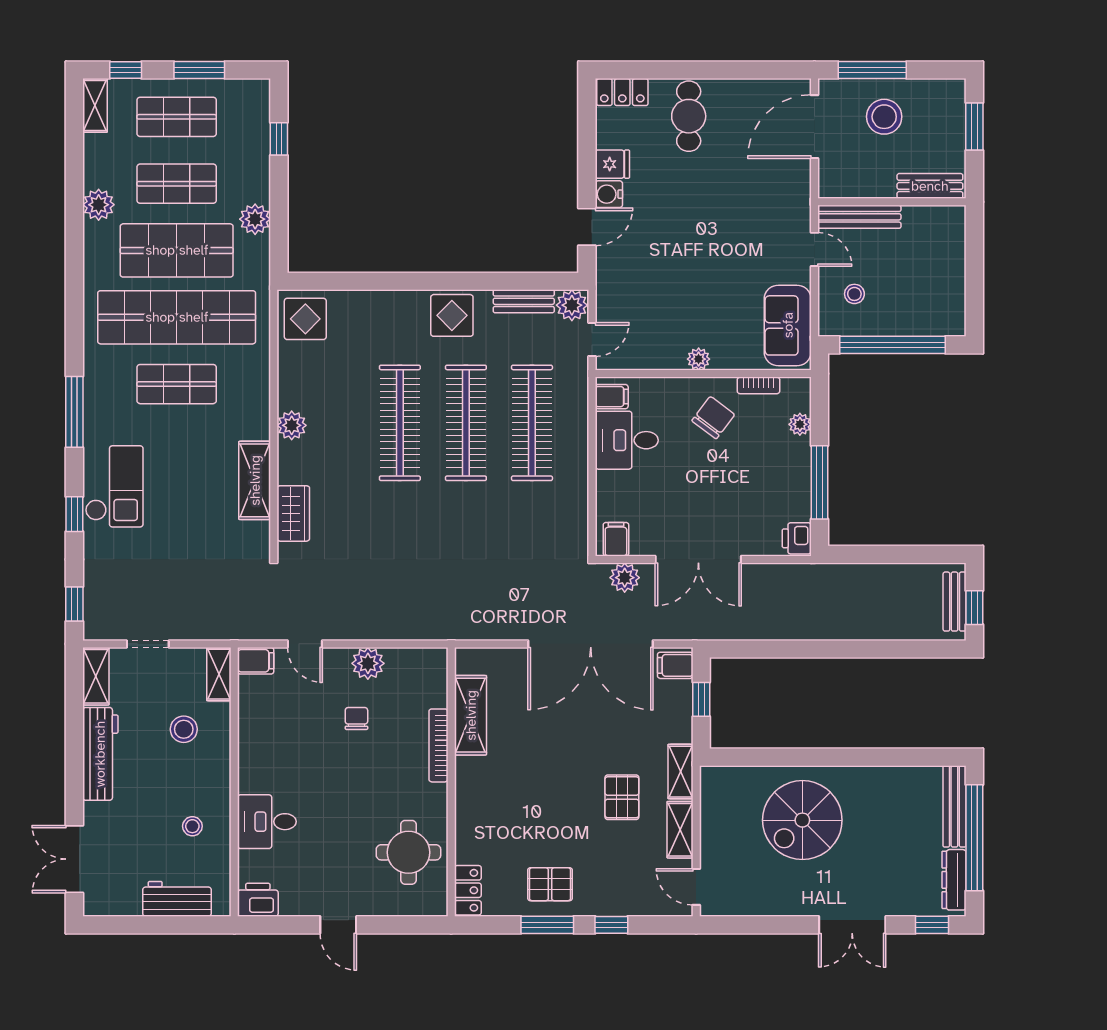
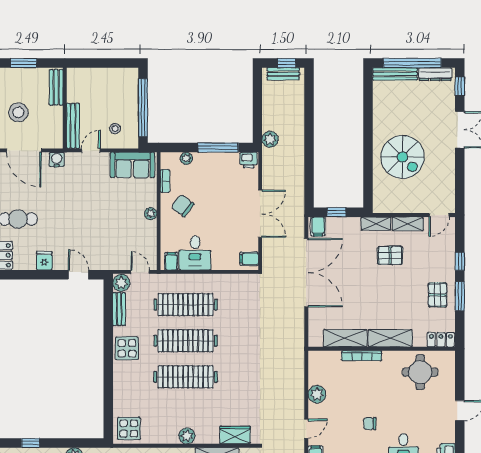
water cooler: (609, 194) -> (57, 160), moved, turned 180
plant: (625, 578) -> (270, 139), moved
chair: (356, 718) -> (370, 424), moved
shelving: (471, 797) -> (390, 338), added

